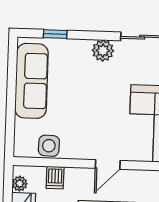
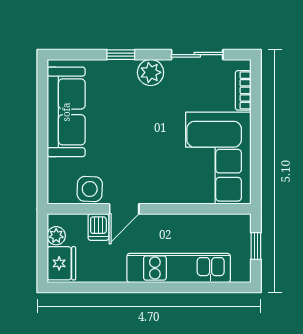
window: (55, 34) -> (121, 55), moved
door: (108, 164) -> (124, 209), moved

